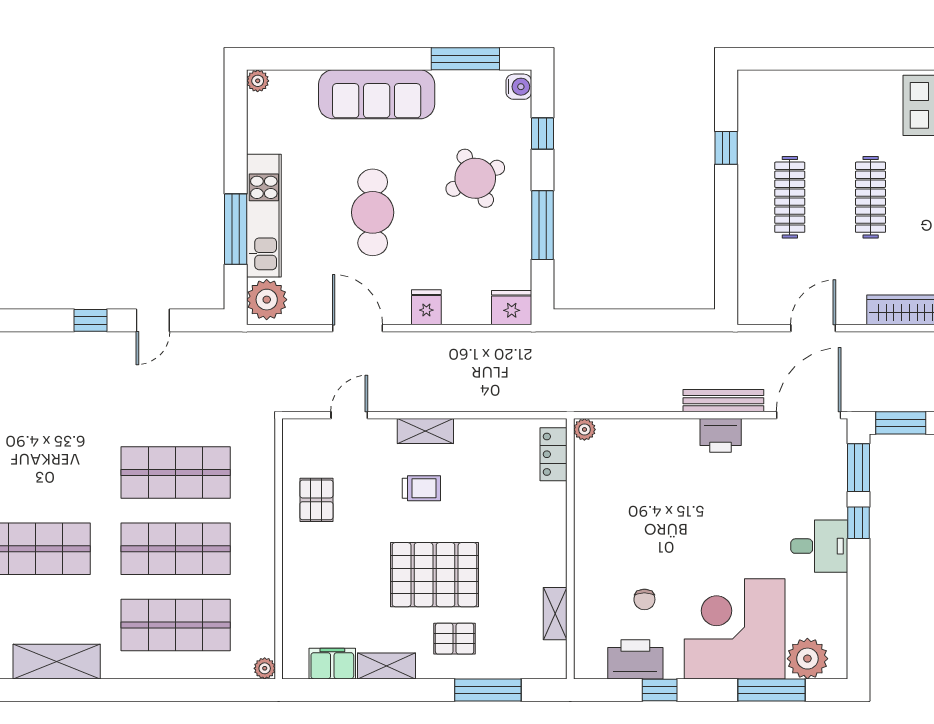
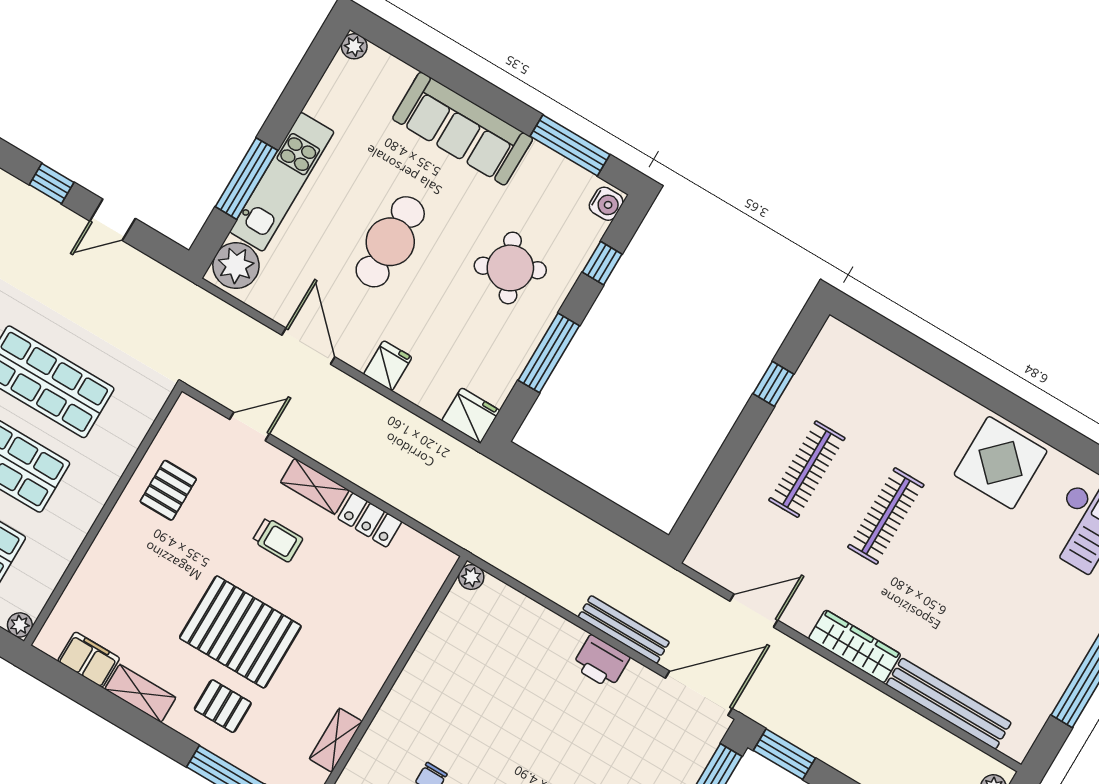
locker: (554, 454) -> (370, 520), moved, turned -90

